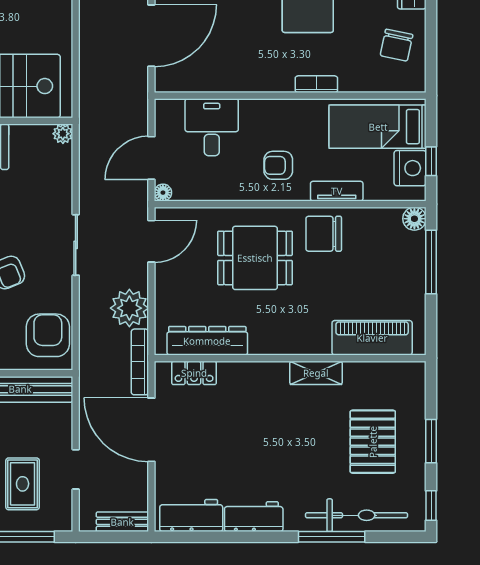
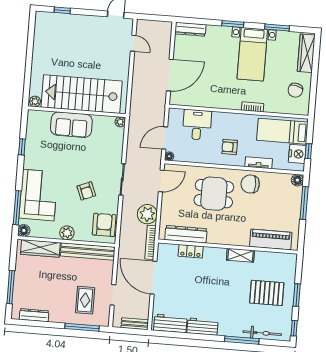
locker: (194, 373) -> (191, 251), moved
pallet: (373, 442) -> (267, 293), turned 90
bicycle: (356, 515) -> (262, 333), width x0.73, depth x0.71

